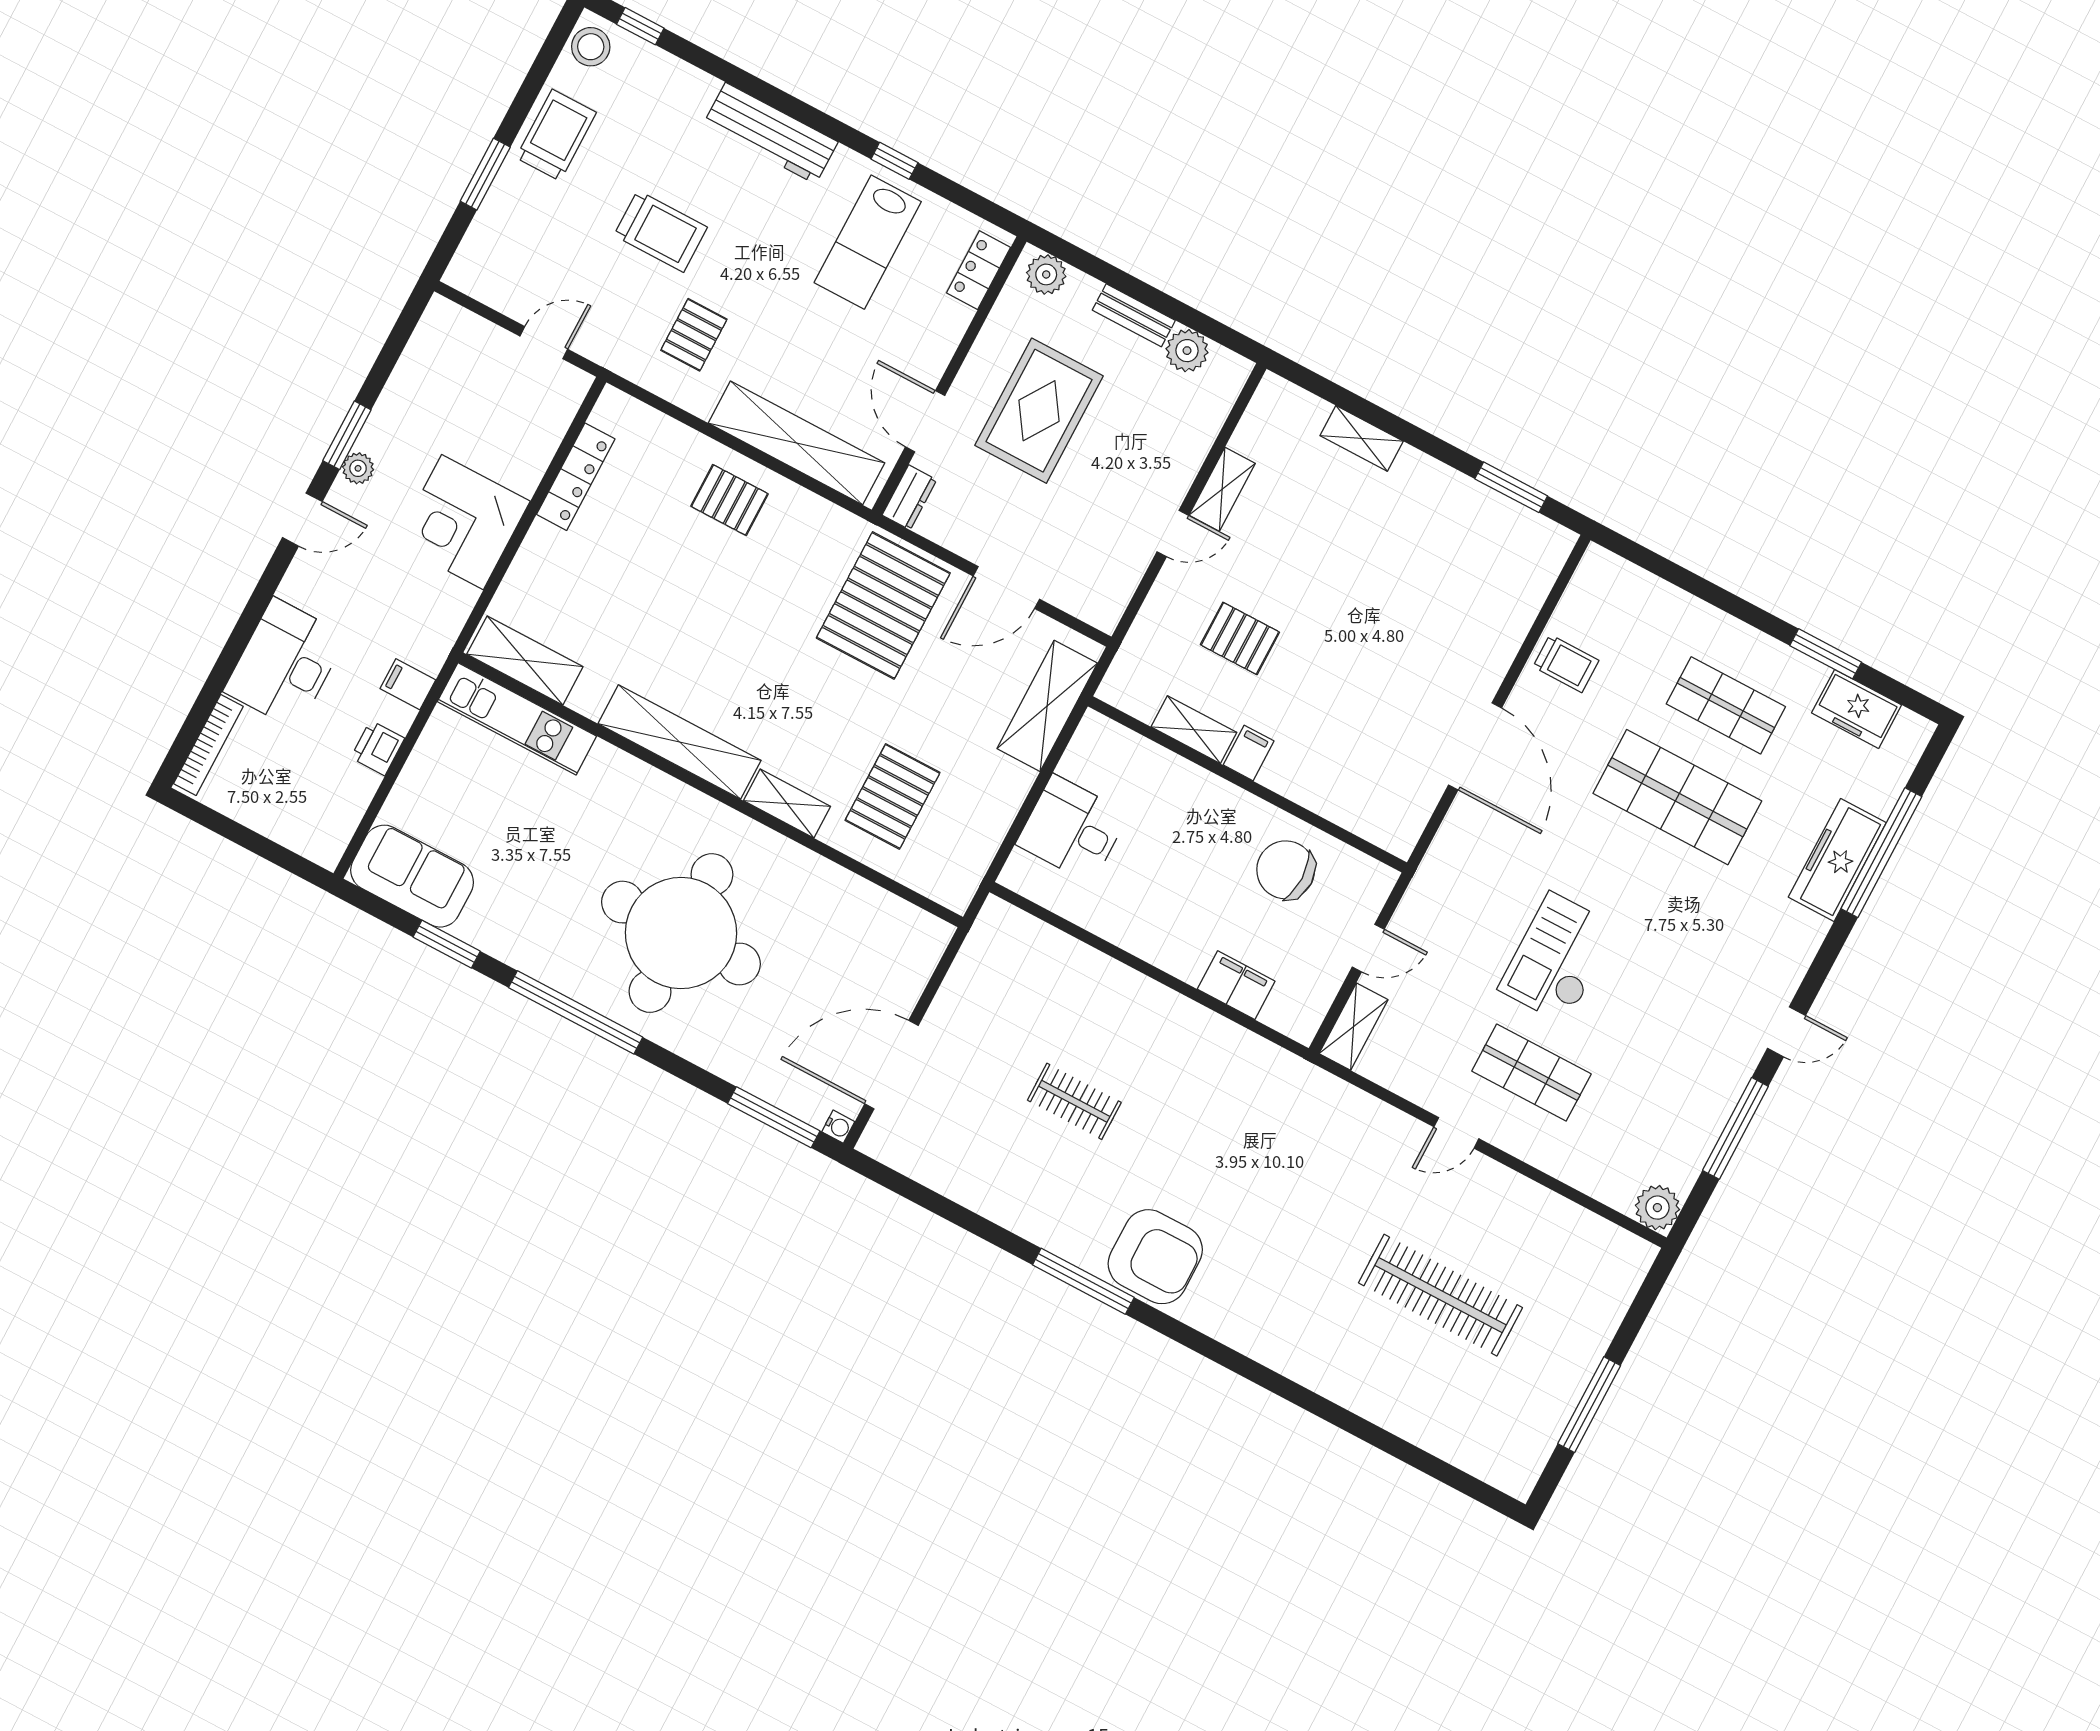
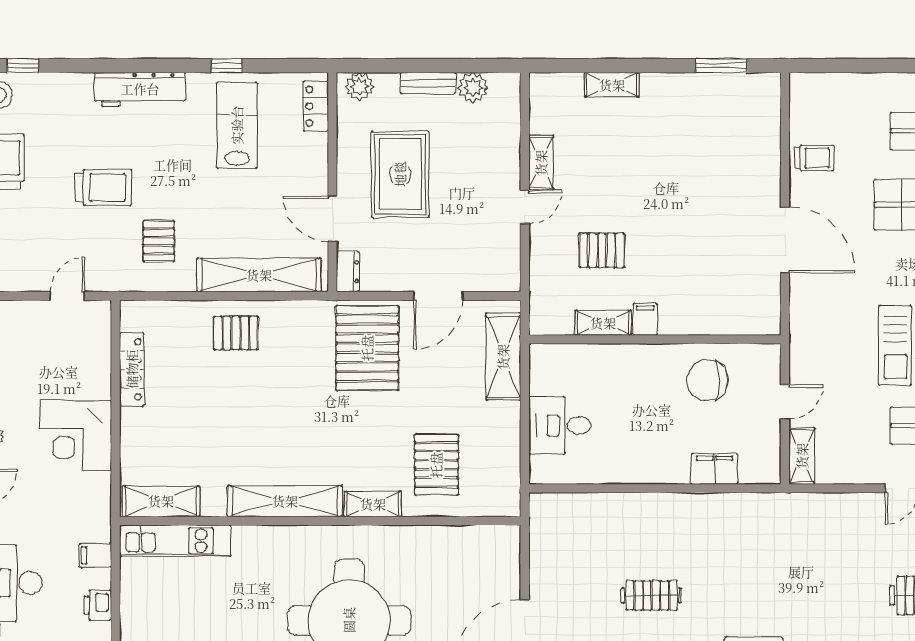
lab bench: (868, 242) -> (237, 125), turned 180

